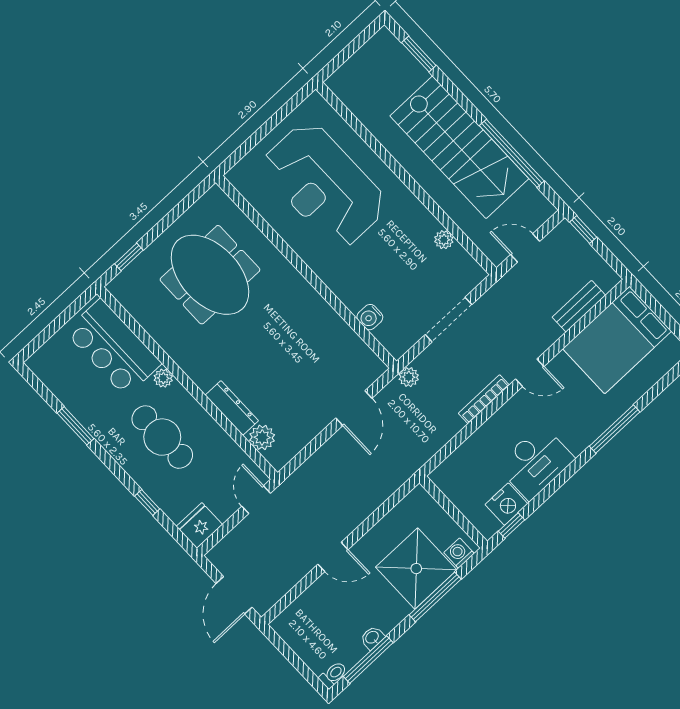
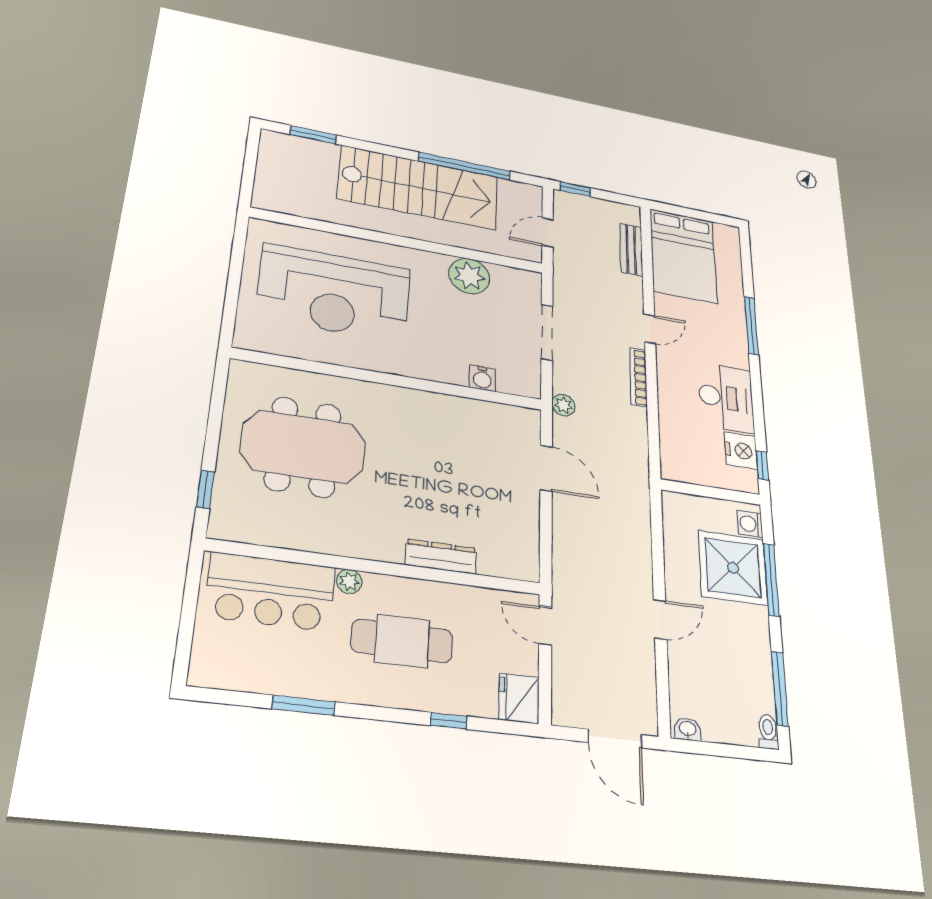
plant: (444, 240) -> (469, 276), width x1.88, depth x1.88
plant: (262, 437) -> (495, 561), removed
washbasin: (372, 638) -> (688, 729), moved, turned 90

